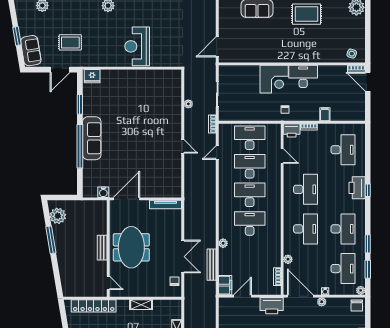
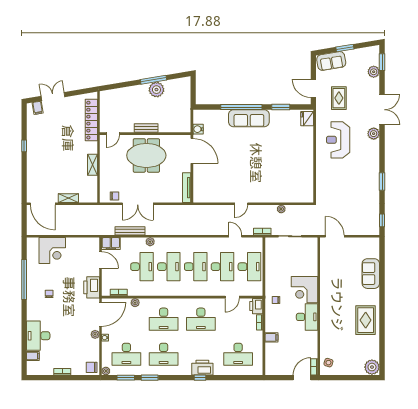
reception desk: (137, 46) -> (338, 140), moved, turned -90
plant: (58, 216) -> (156, 90), moved
desk: (250, 252) -> (142, 267), added

